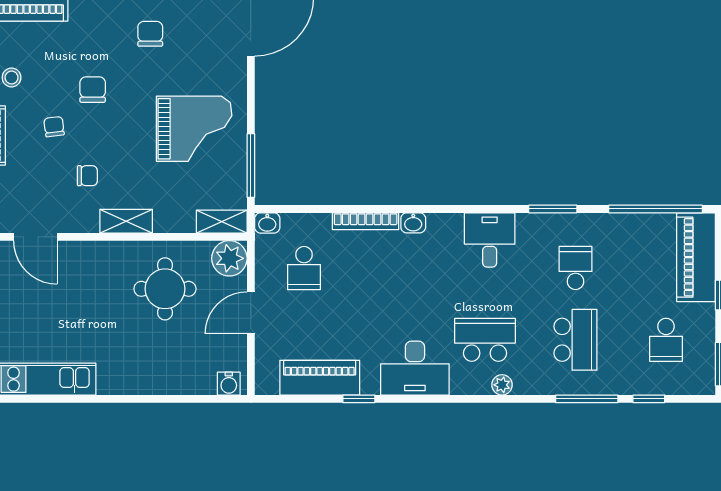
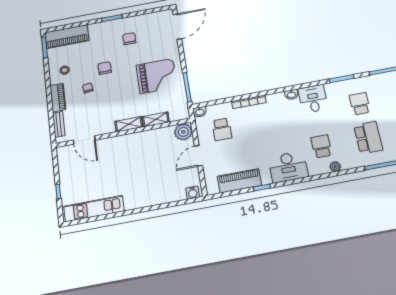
chair: (87, 176) -> (107, 107), removed
shelving: (222, 222) -> (156, 119), moved
washbasin: (413, 223) -> (291, 95), moved
round table: (165, 289) -> (153, 152), removed
school desk: (485, 340) -> (321, 146), width x0.54

